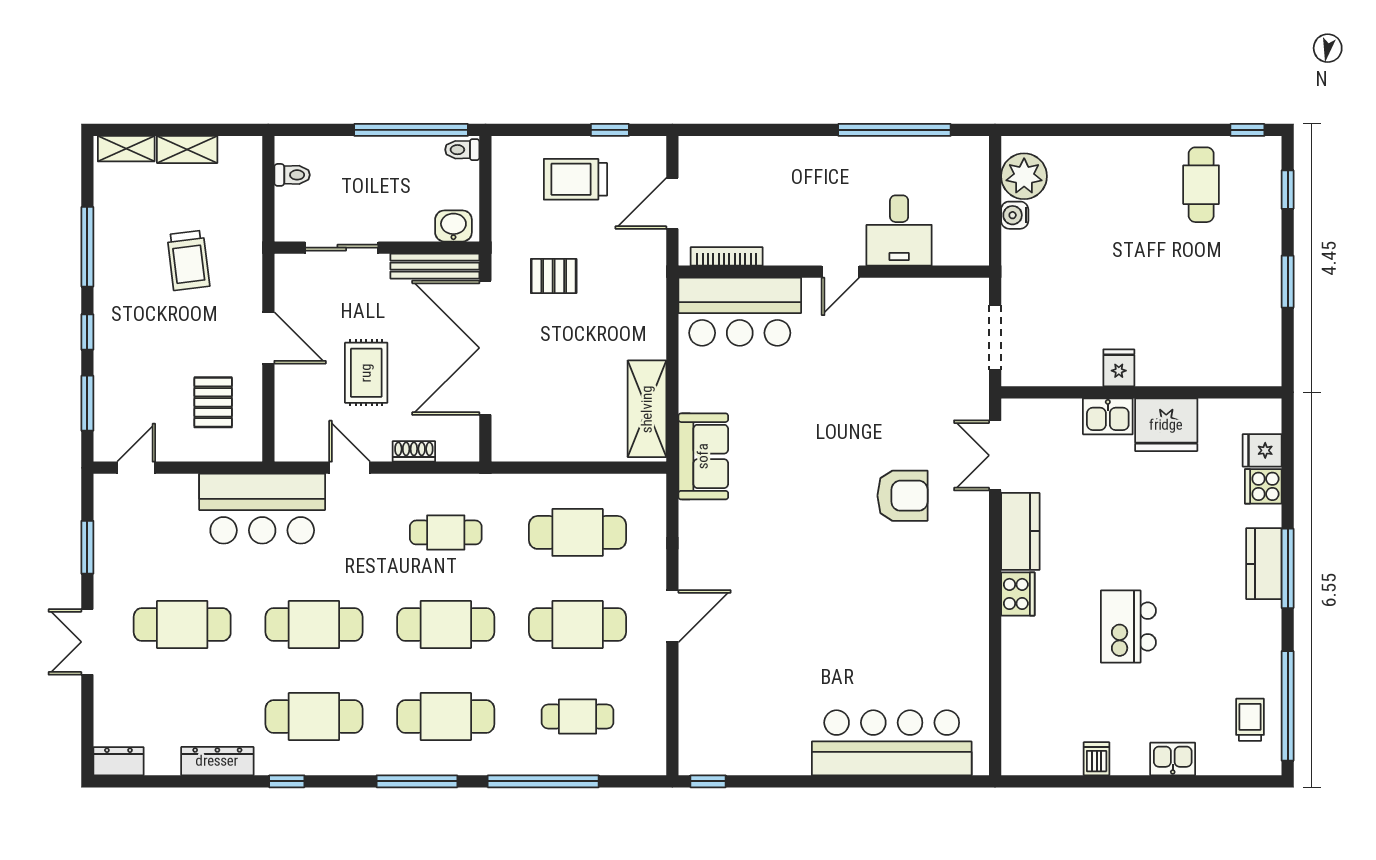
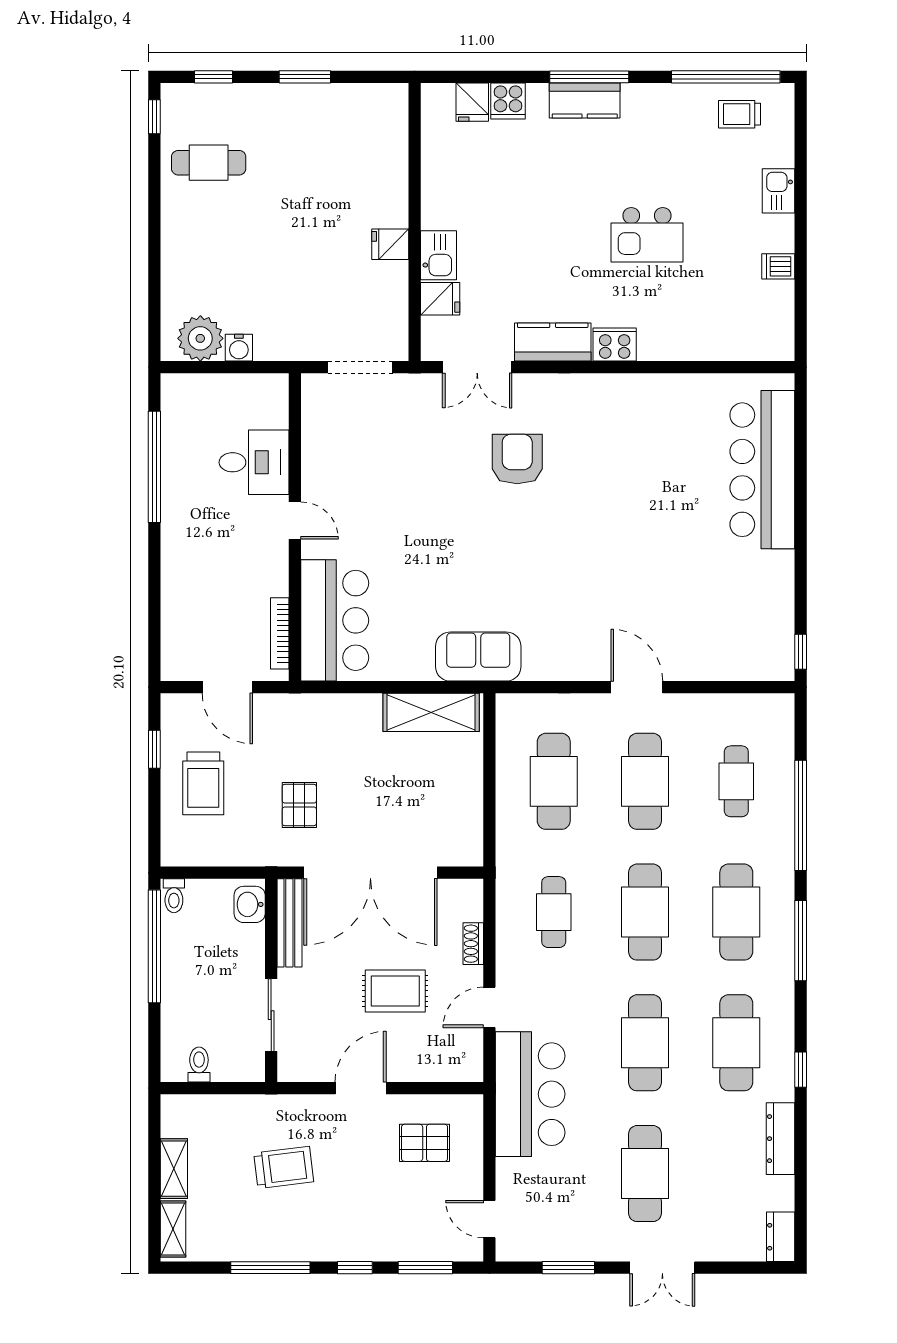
fridge: (1166, 425) -> (440, 299), moved, width x0.53, depth x0.75

